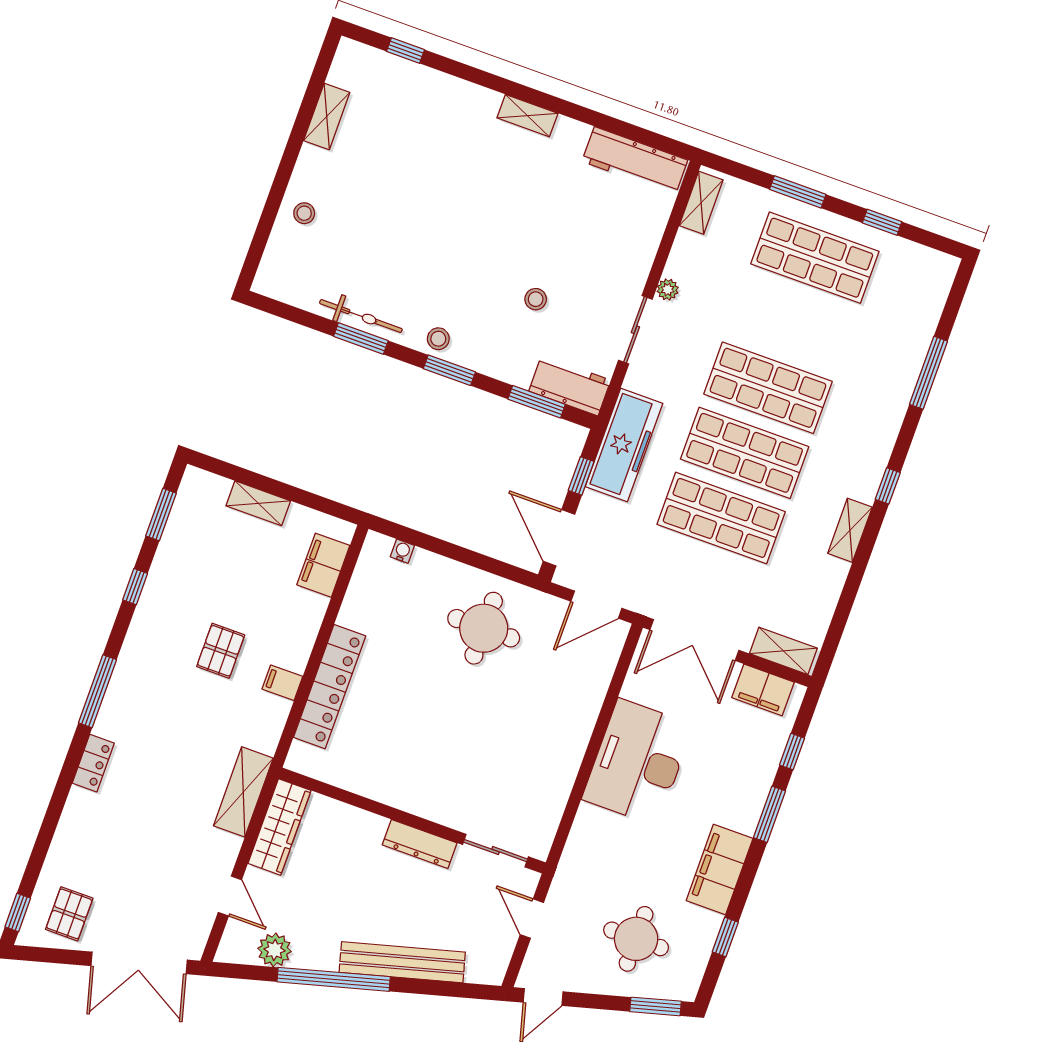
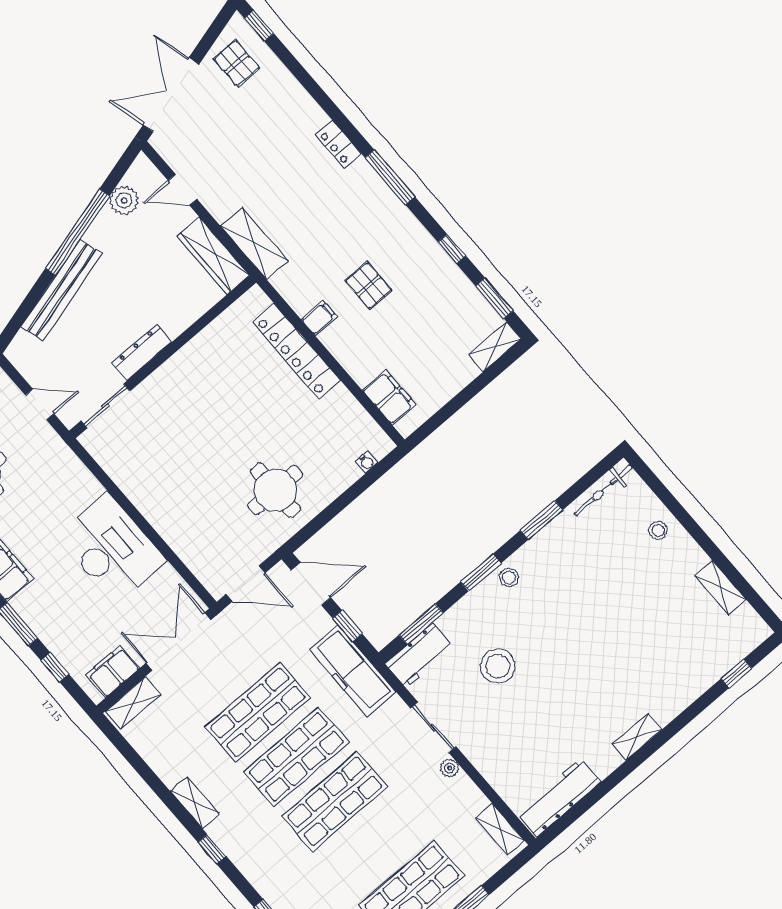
stool: (536, 299) -> (498, 666), width x1.89, depth x1.89
bicycle: (361, 316) -> (603, 490), moved
shelving: (258, 503) -> (495, 347), moved
door: (596, 605) -> (246, 584), swing flipped

